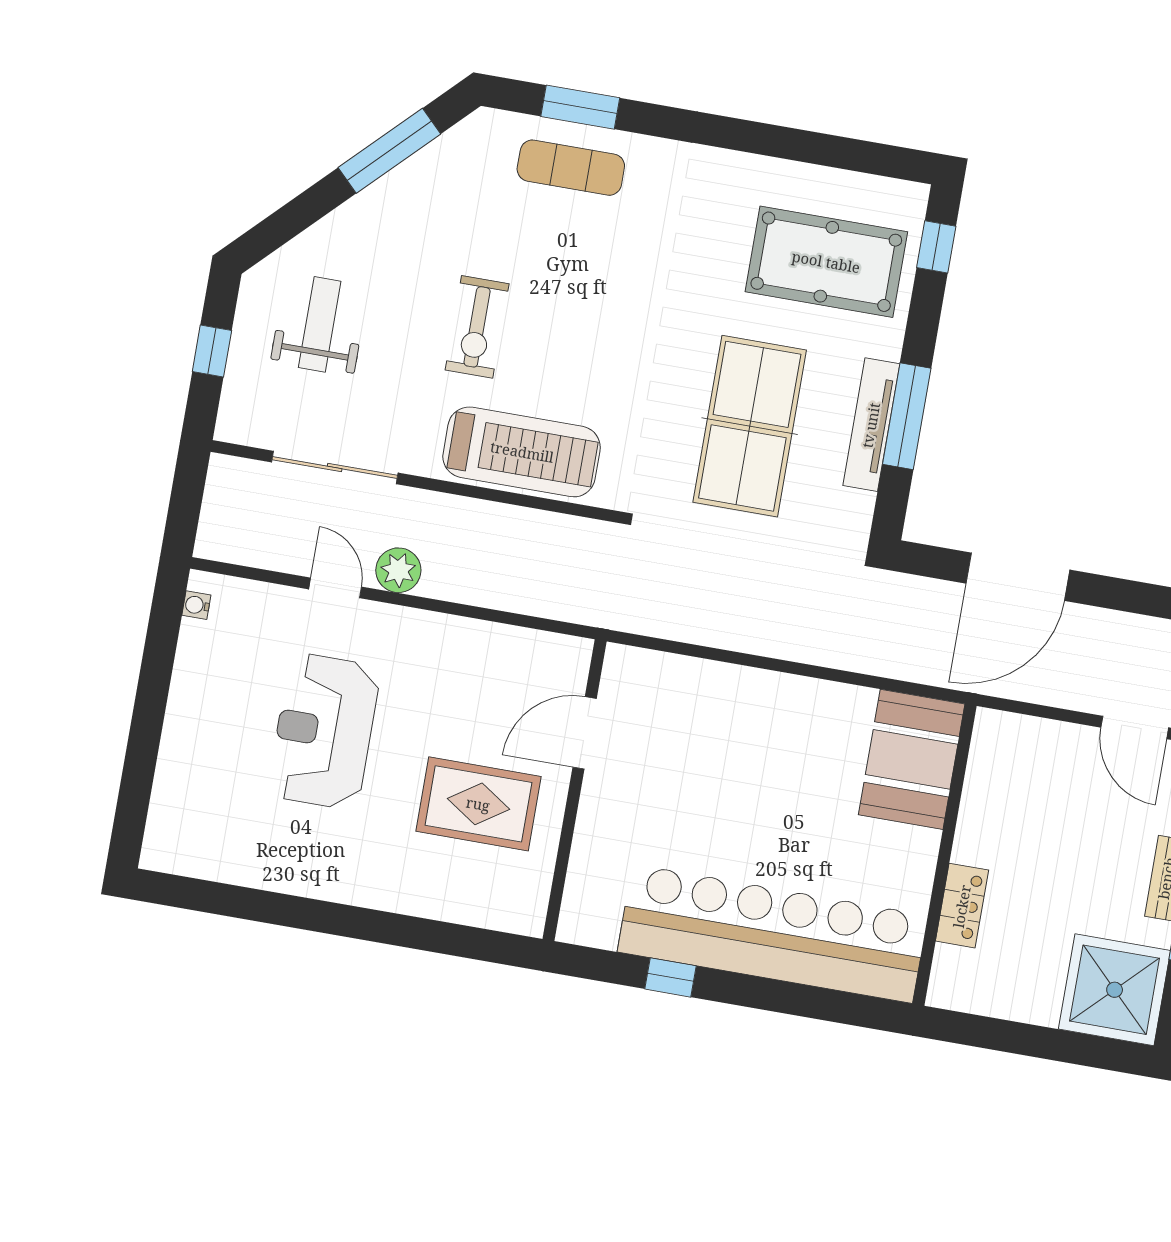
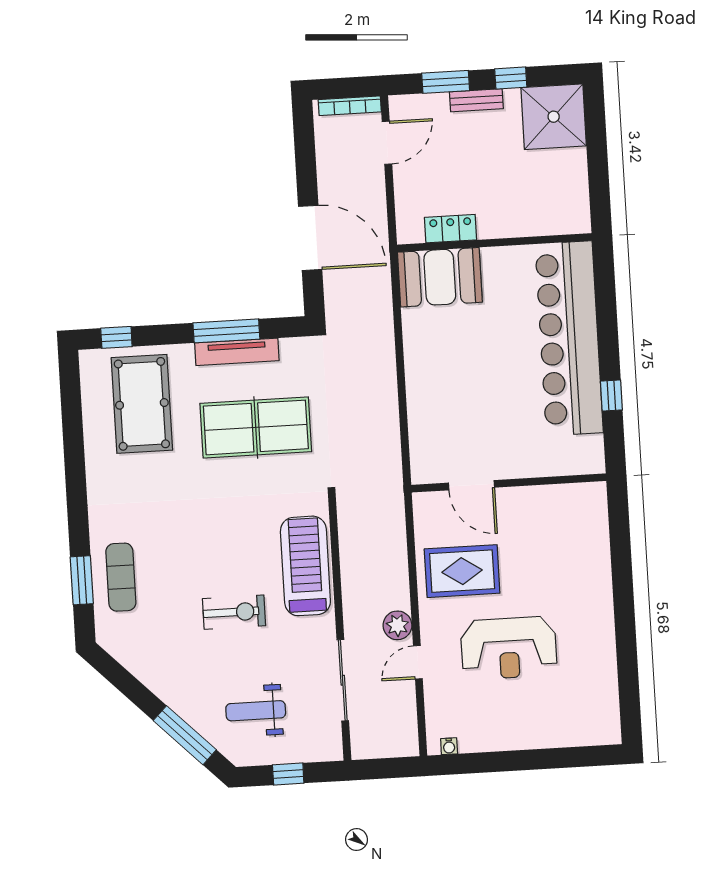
window: (389, 151) -> (185, 735), moved
rug: (478, 804) -> (462, 571), moved, turned 90
locker: (962, 906) -> (451, 229), moved

